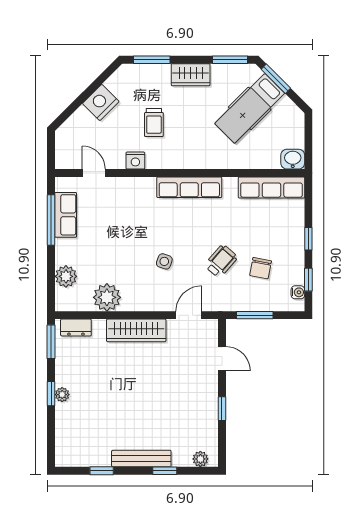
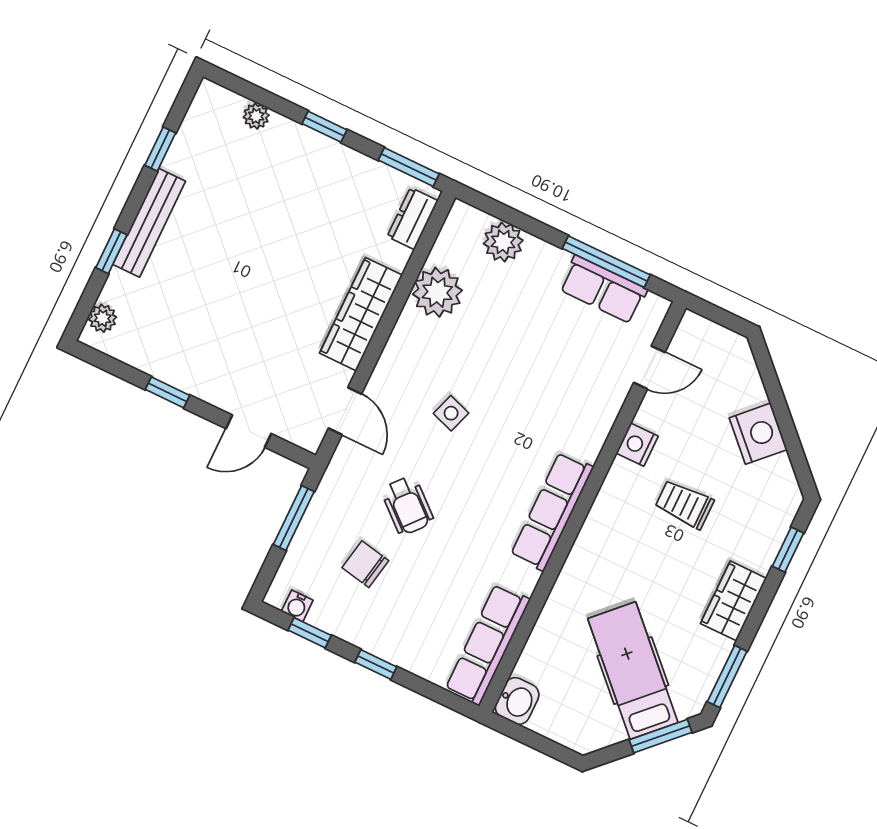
window: (152, 60) -> (788, 550), width x0.67
plant: (62, 395) -> (256, 116), moved

